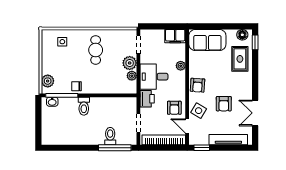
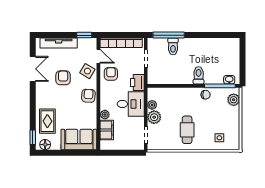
filing cabinet: (175, 36) -> (107, 130), moved, turned 90

